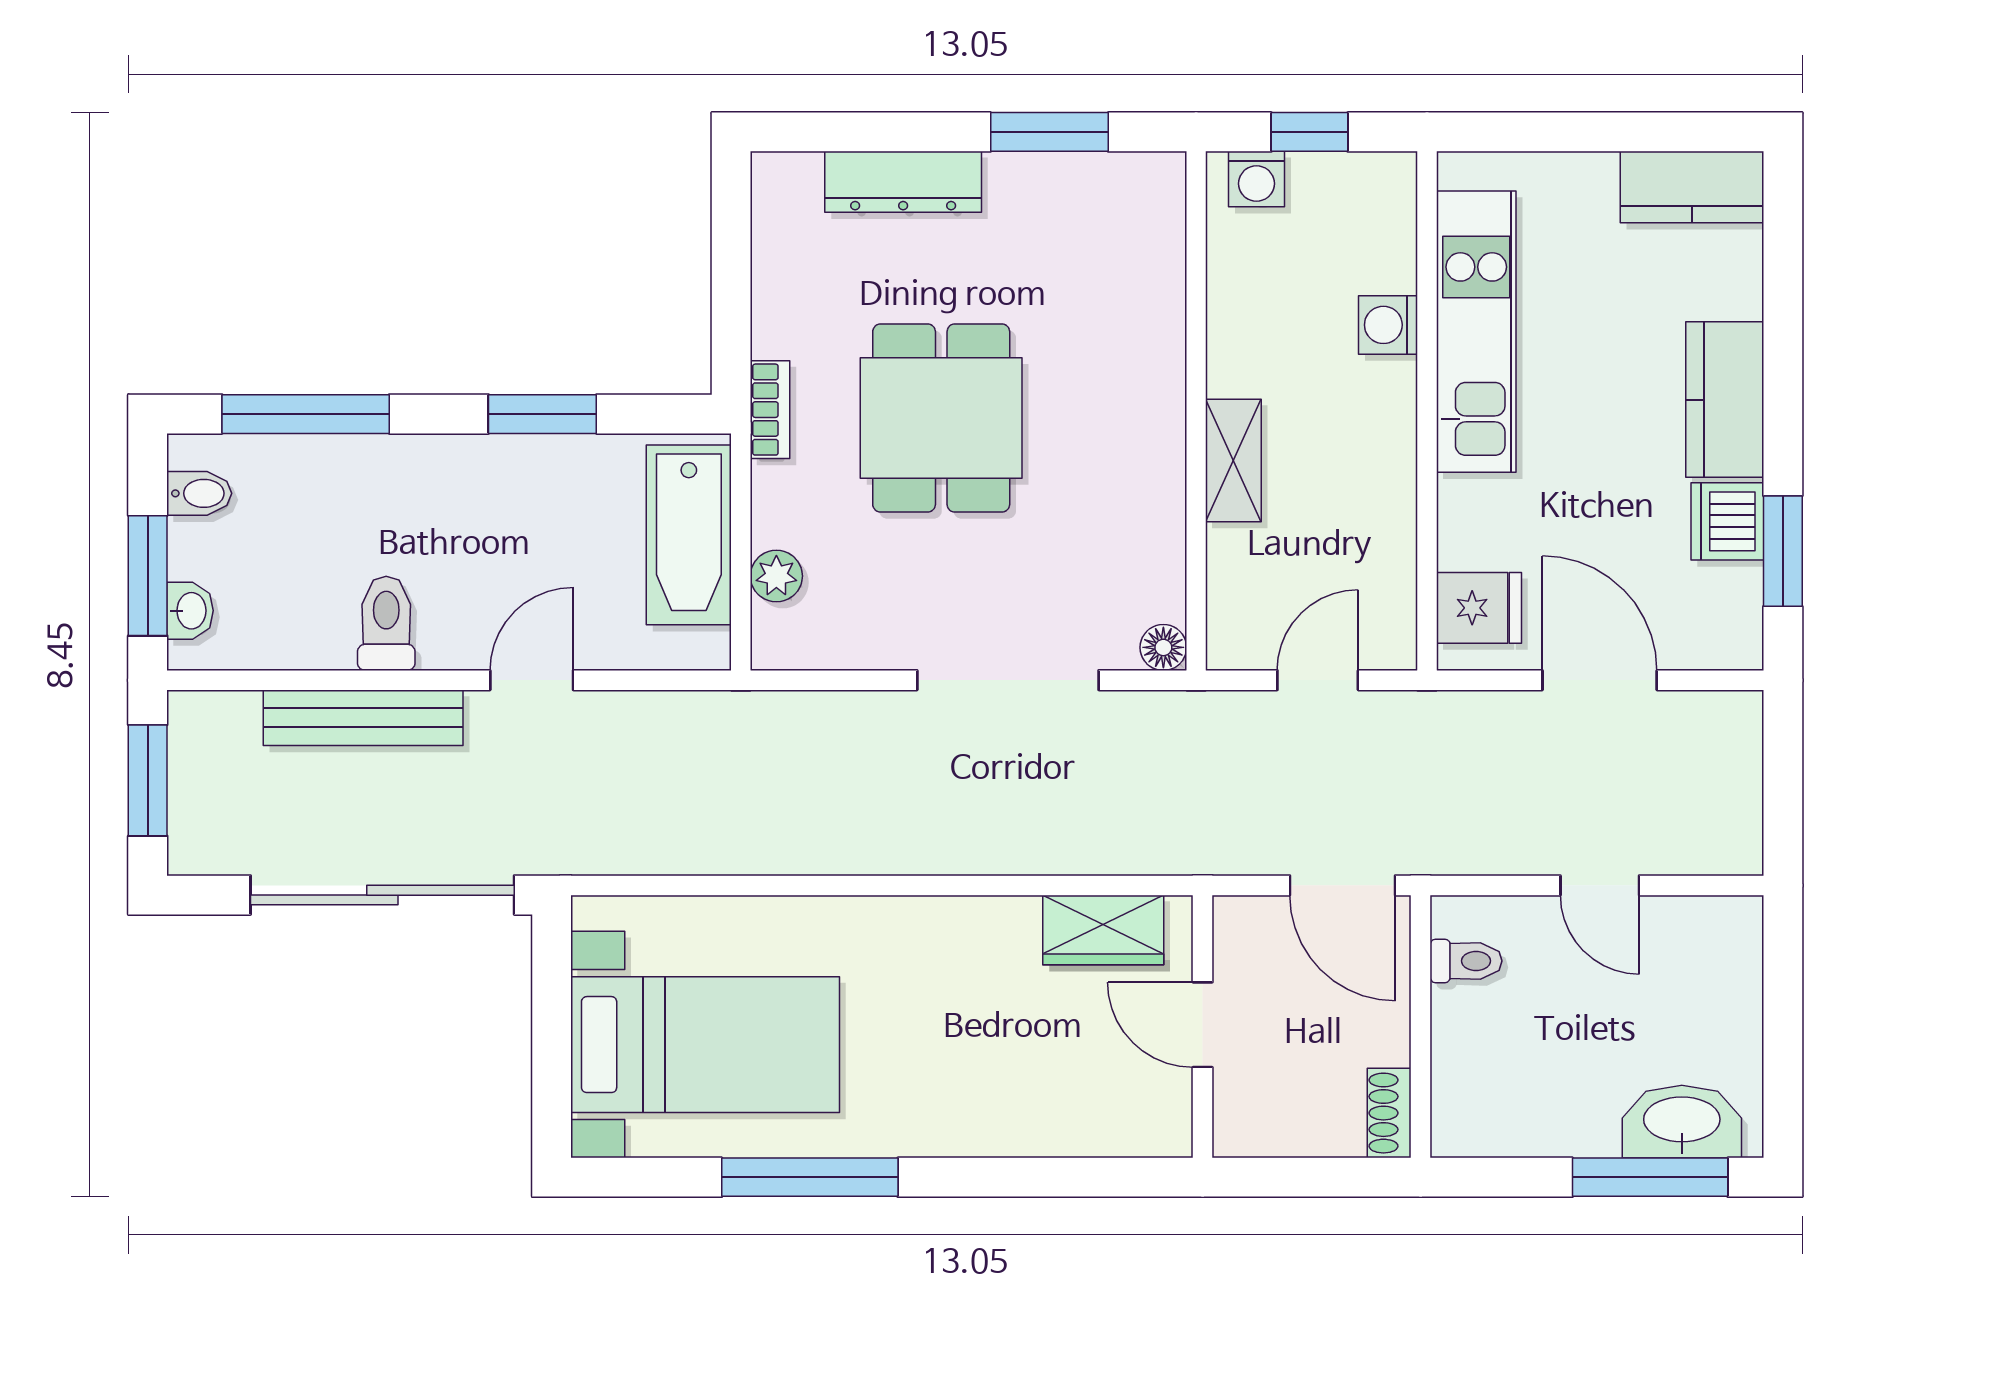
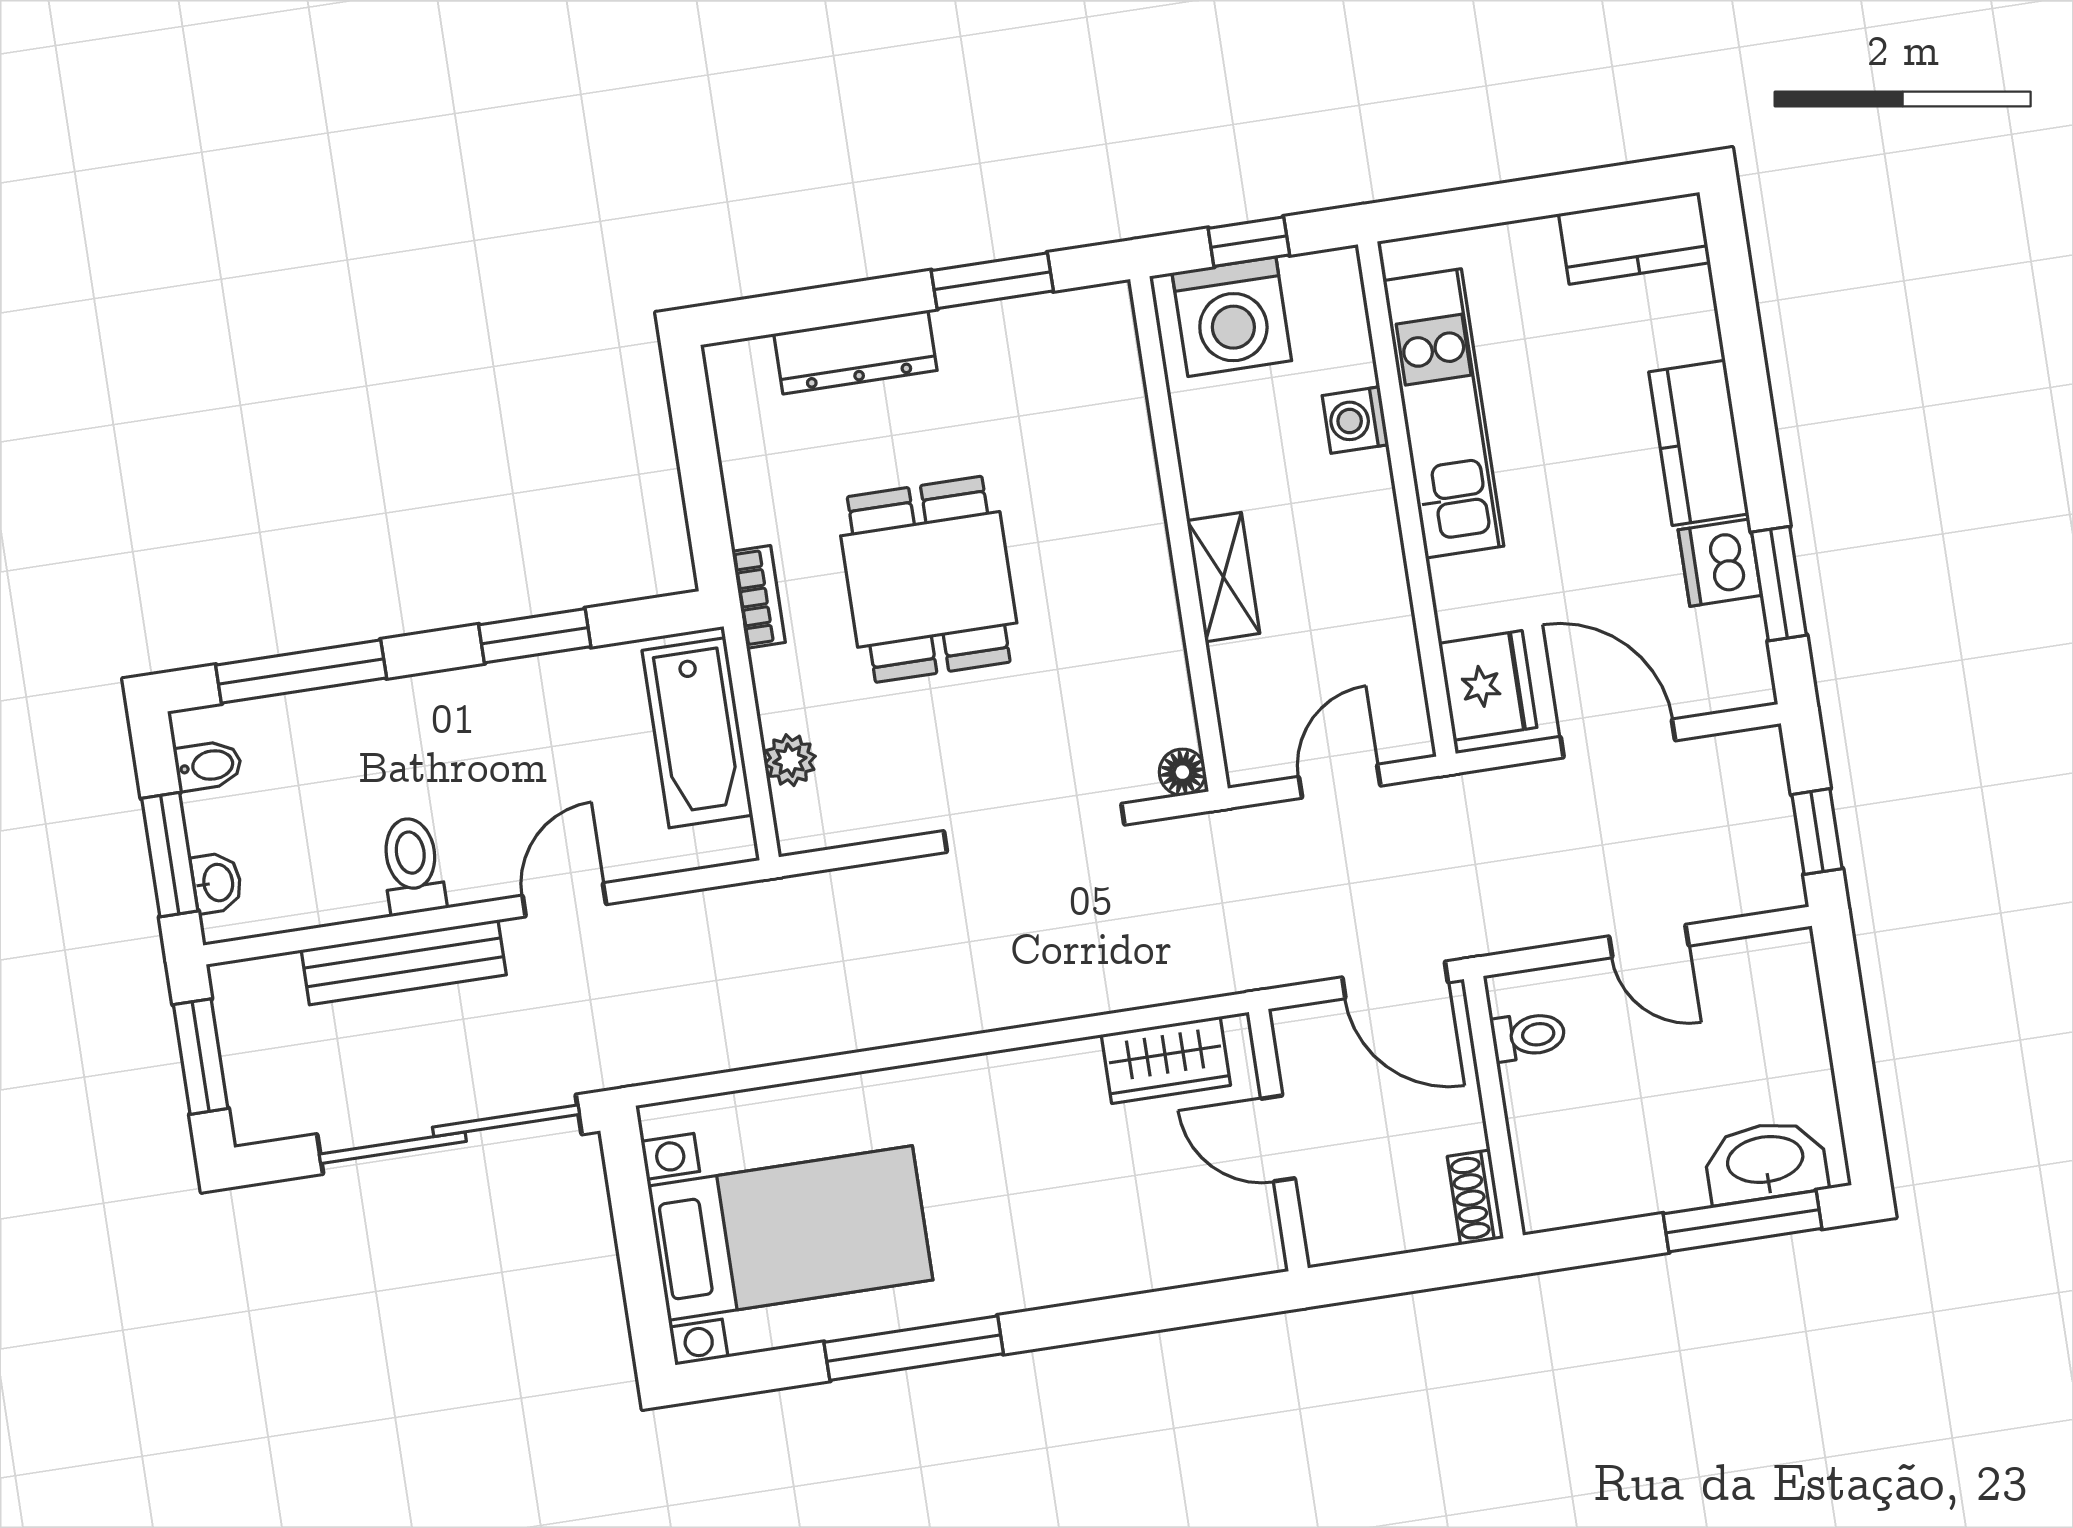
washing machine: (1256, 179) -> (1232, 317), width x1.89, depth x1.89
fridge: (1479, 608) -> (1488, 685), width x1.38
window: (1783, 802) -> (1817, 832), added

